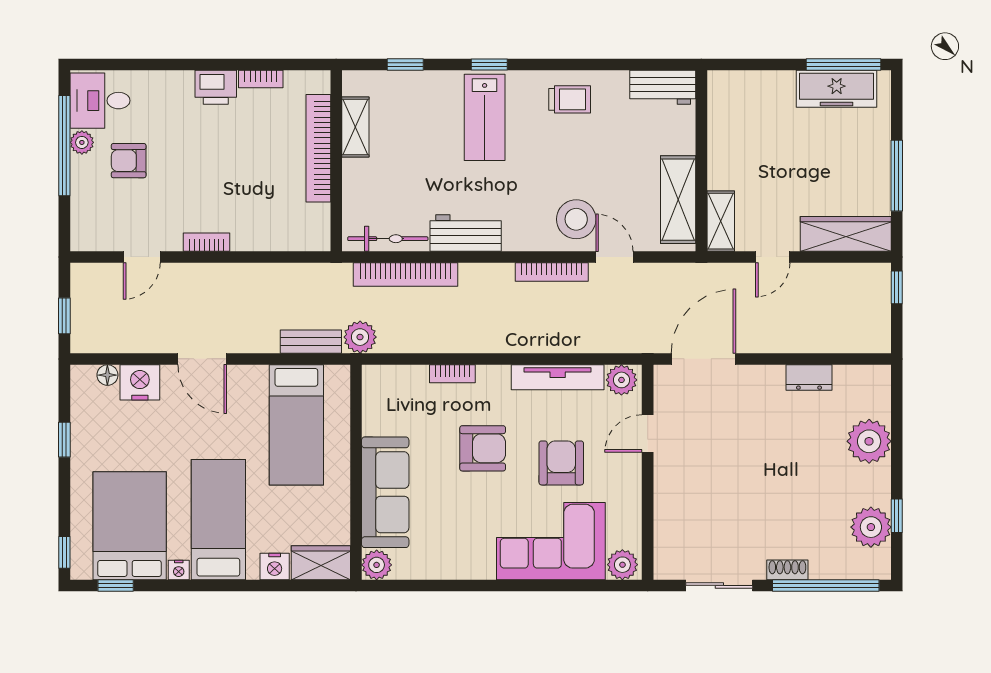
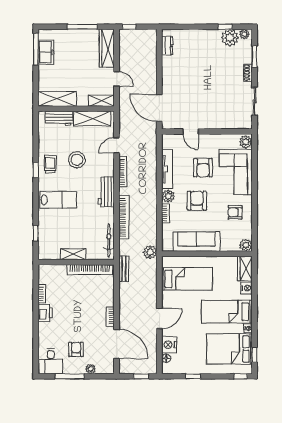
window: (489, 65) -> (36, 170), moved
workbench: (663, 87) -> (59, 118), moved, turned 90
freezer: (837, 89) -> (46, 52), width x0.71
shelving: (725, 116) -> (57, 99), added
shelving: (355, 127) -> (73, 254), moved
plant: (82, 142) -> (91, 369), moved
window: (64, 146) -> (70, 376), width x0.68
bookcase: (318, 148) -> (90, 270), moved
armchair: (129, 161) -> (76, 349), turned 180
stool: (576, 219) -> (77, 160), moved
workbench: (466, 233) -> (106, 192), moved
door: (142, 257) -> (117, 344), width x1.88
bookcase: (406, 275) -> (124, 217), moved
bench: (311, 342) -> (124, 269), moved
dresser: (809, 378) -> (167, 46), moved
plant: (621, 380) -> (168, 196), moved
plant: (869, 441) -> (244, 34), moved, width x0.53, depth x0.53
armchair: (561, 463) -> (203, 168), turned -90
sofa: (385, 492) -> (196, 242), moved
armchair: (455, 539) -> (235, 212), added
window: (826, 585) -> (254, 57), width x0.47

